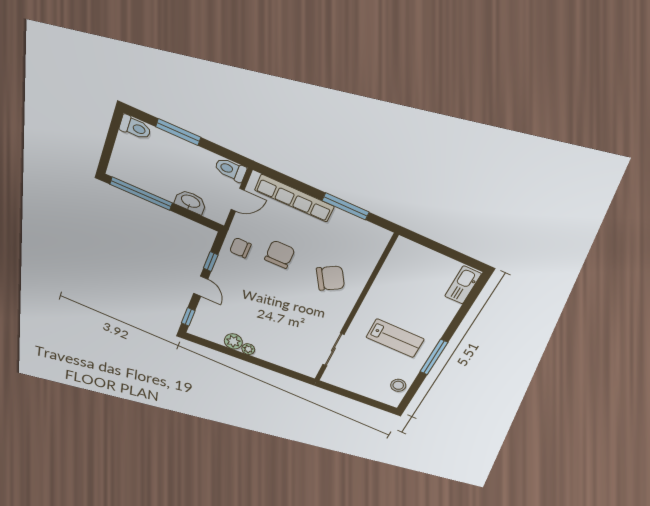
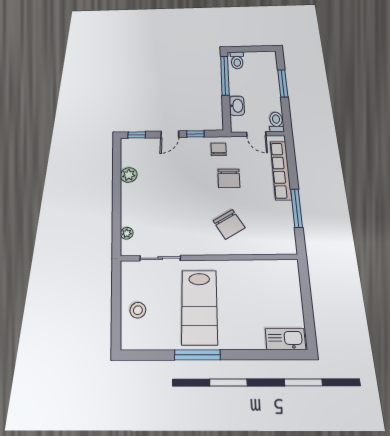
toilet: (135, 127) -> (237, 60), moved
chair: (280, 254) -> (229, 178), turned 90
lab bench: (395, 338) -> (199, 307), width x1.36, depth x1.39
plant: (248, 349) -> (127, 233), moved
stool: (398, 385) -> (138, 310), moved

